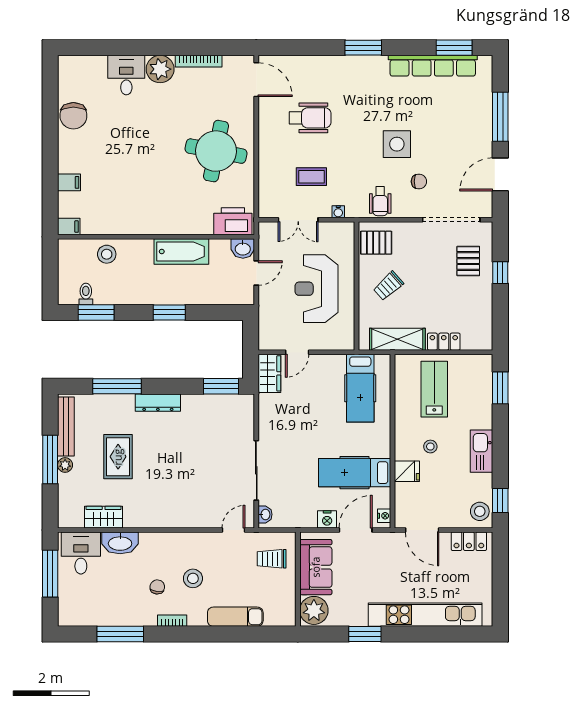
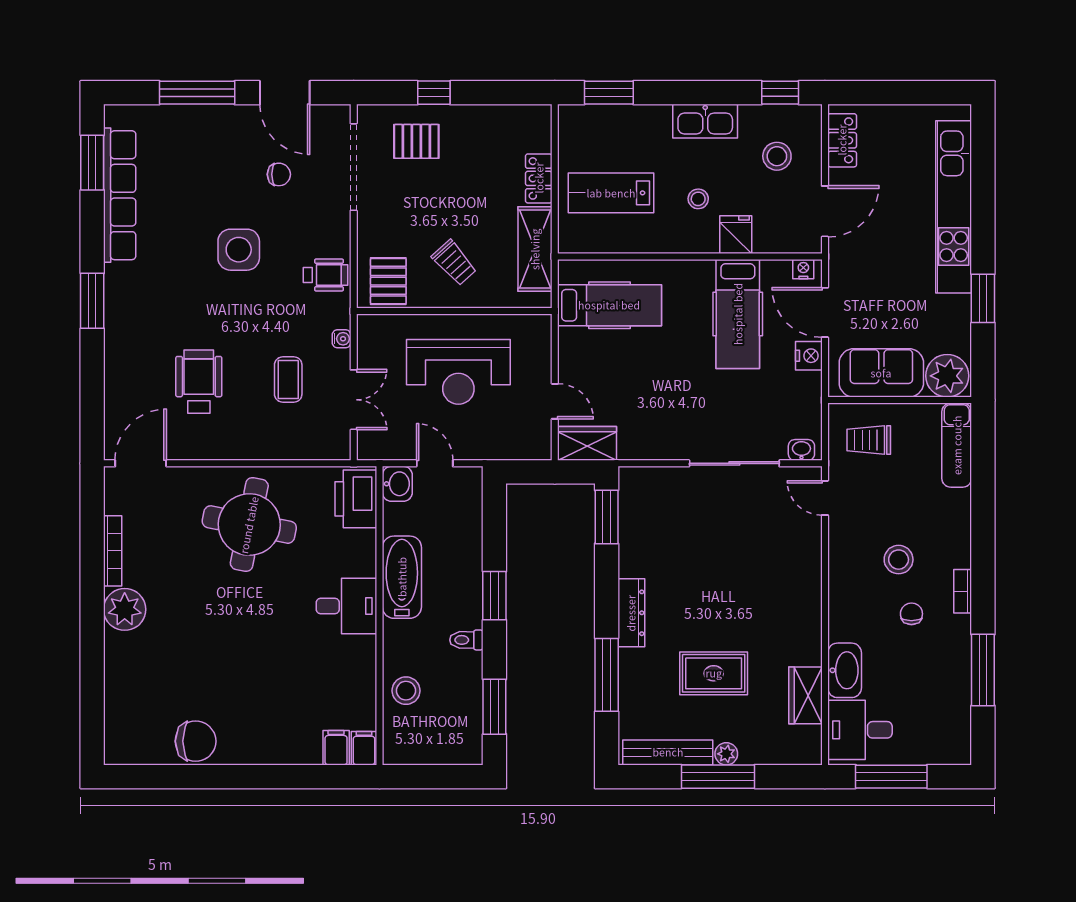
desk: (126, 75) -> (346, 606), moved, turned 180
chair: (419, 181) -> (279, 174), moved, turned 90
filing cabinet: (69, 182) -> (336, 748), moved
toilet: (86, 294) -> (466, 640), moved
stool: (480, 511) -> (777, 156), moved
trolley: (272, 559) -> (869, 440), turned 90
chair: (157, 587) -> (911, 614), turned 83
exam couch: (235, 617) -> (957, 445), moved

